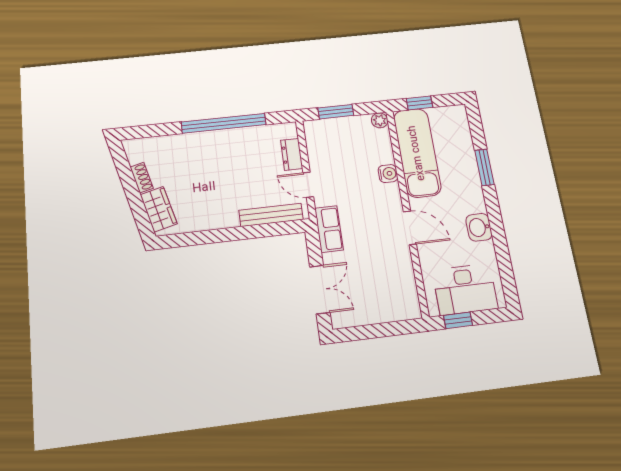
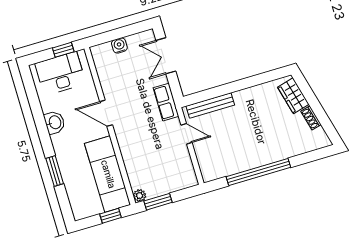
window: (336, 112) -> (158, 202), moved
dresser: (292, 154) -> (203, 156), removed
water cooler: (388, 174) -> (119, 46), moved, turned 90

